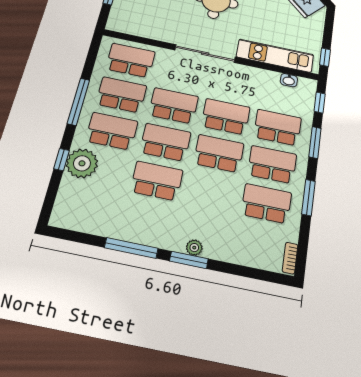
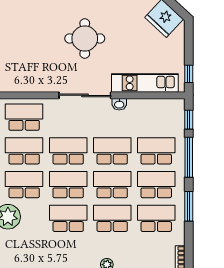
washbasin: (289, 80) -> (119, 104), moved
window: (315, 142) -> (189, 157), width x1.44
school desk: (212, 192) -> (112, 218), added

